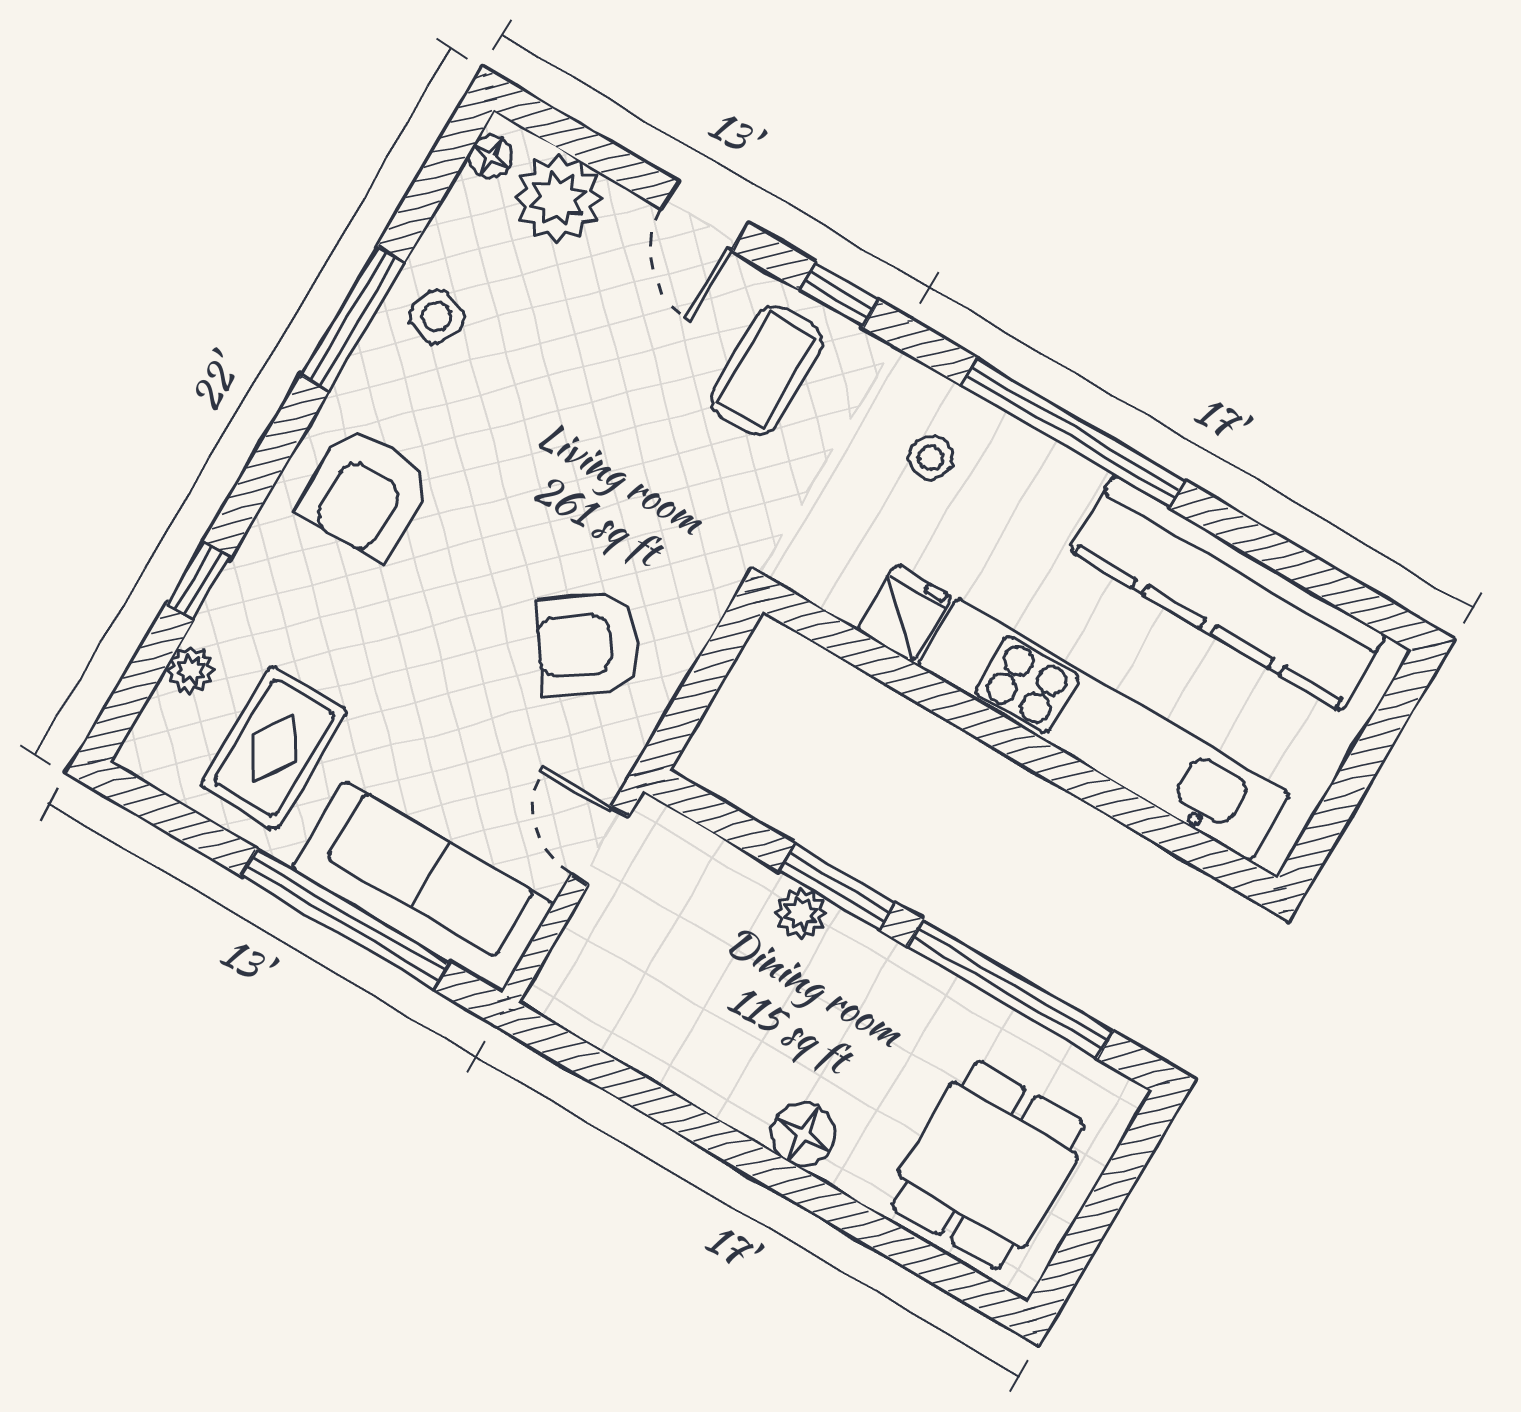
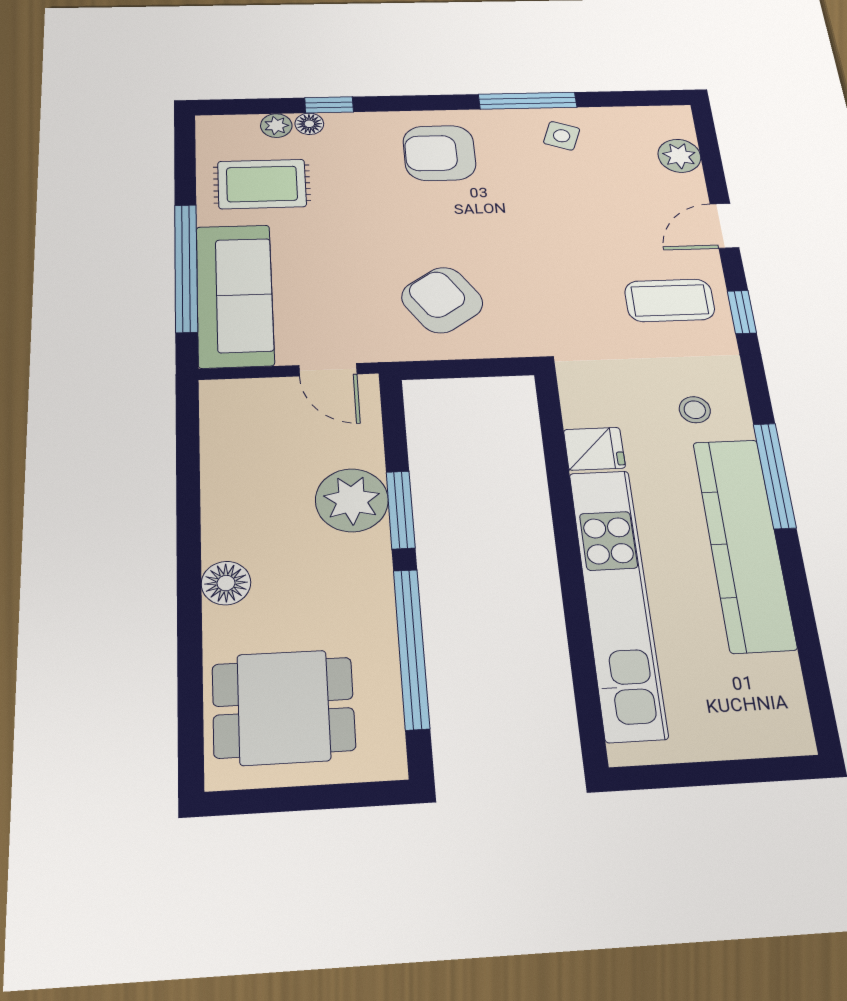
floor lamp: (491, 157) -> (309, 124), moved
plant: (558, 199) -> (679, 156), width x0.73, depth x0.73
window: (1073, 433) -> (775, 475), width x0.68
kitchen counter: (1228, 593) -> (744, 543), moved
door: (600, 846) -> (328, 370), swing flipped
plant: (801, 913) -> (352, 500), width x1.88, depth x1.88

